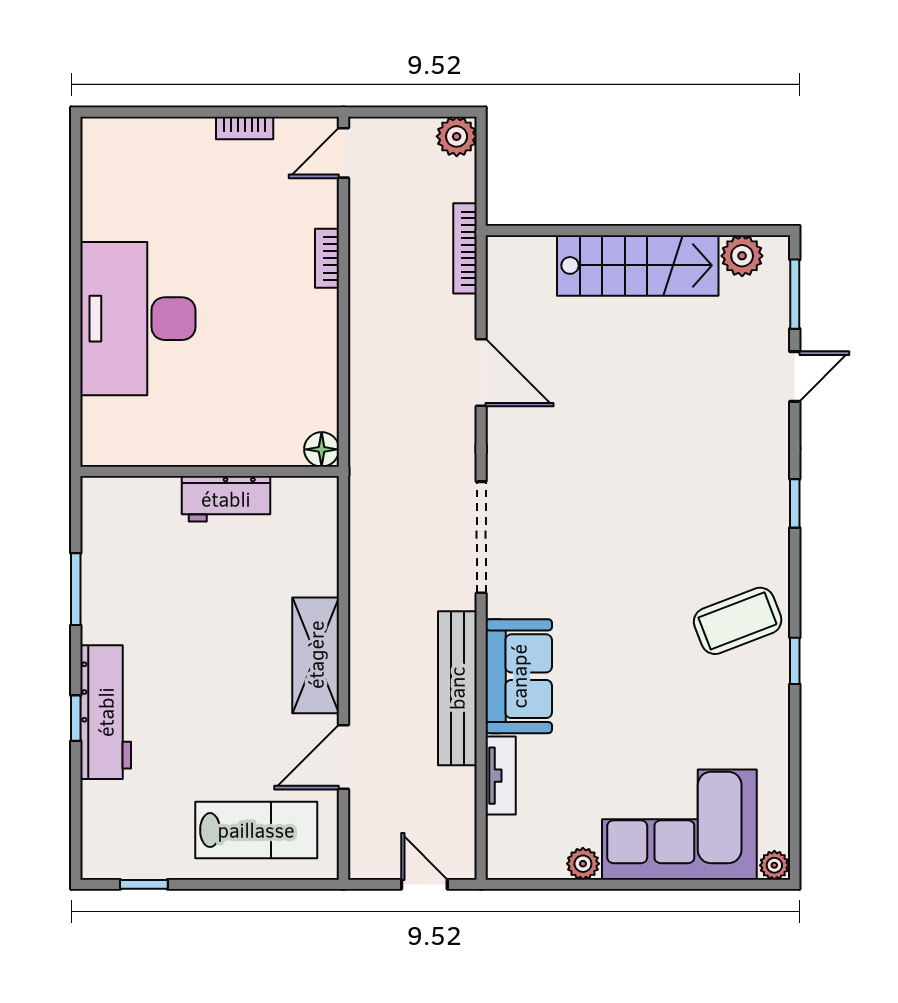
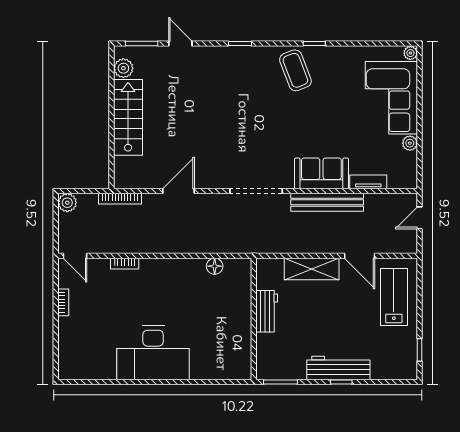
wall: (210, 471) -> (254, 319), moved
workbench: (226, 499) -> (267, 311), moved

